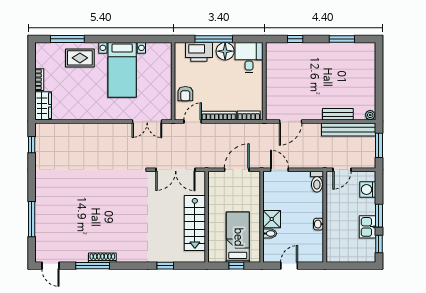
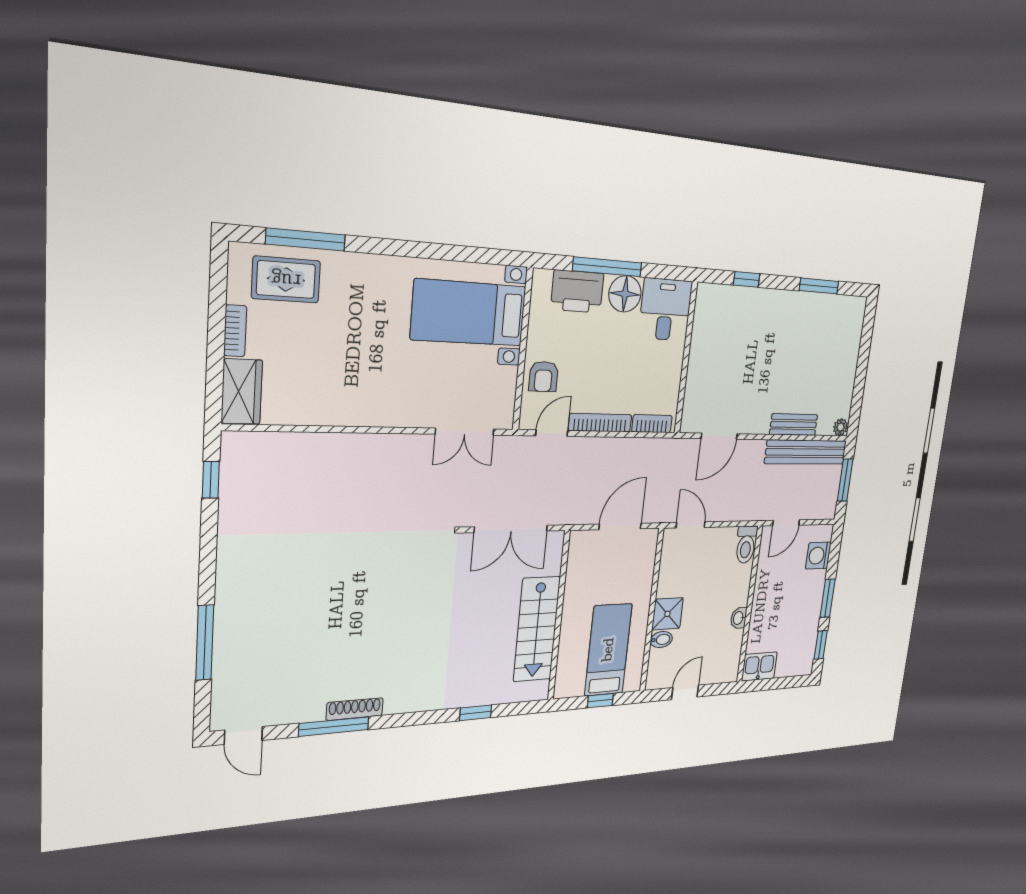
rug: (80, 58) -> (286, 280), moved
bed with nightstands: (122, 70) -> (469, 313), moved, turned 90
kitchen sink: (368, 227) -> (759, 666), moved, turned 90

